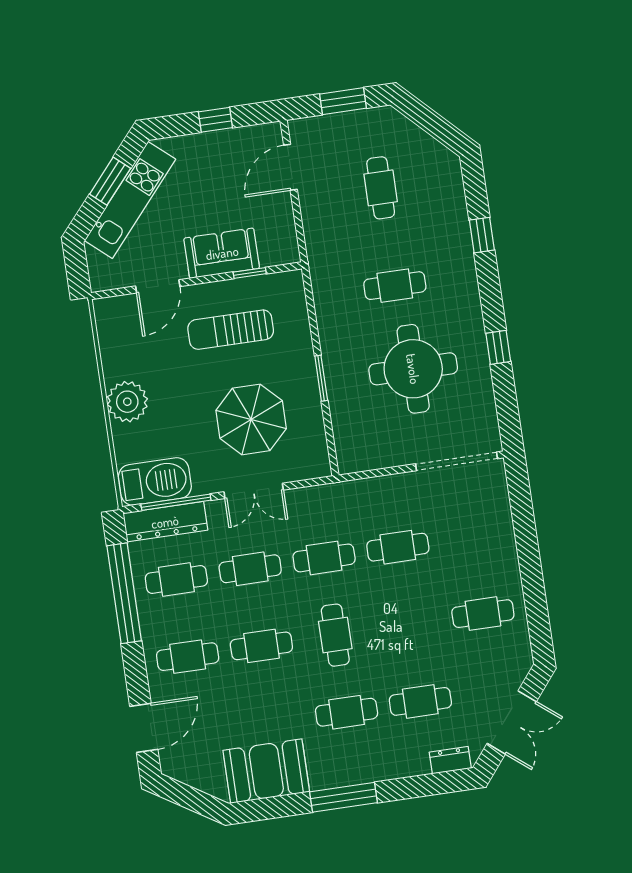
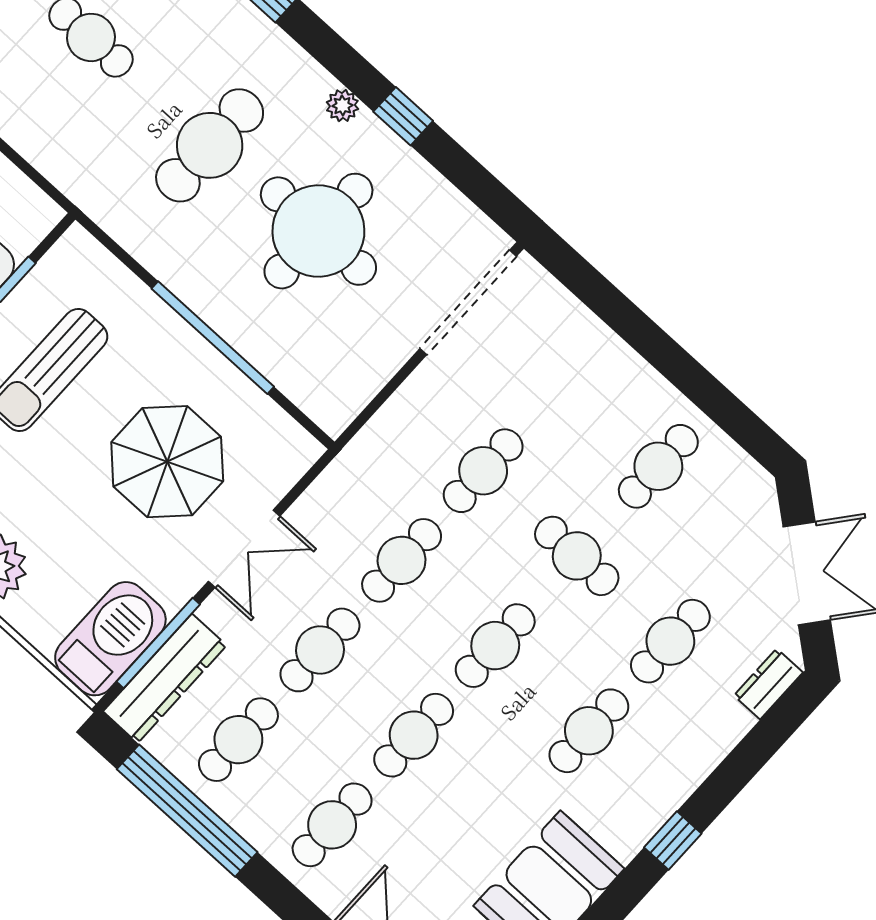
cafe table: (395, 286) -> (210, 145), width x1.37, depth x1.35
plant: (474, 319) -> (342, 106), added
window: (321, 378) -> (213, 338), width x2.11
cafe table: (409, 624) -> (577, 556), added
cafe table: (335, 635) -> (495, 646), turned 90
window: (344, 797) -> (673, 841), width x0.46

